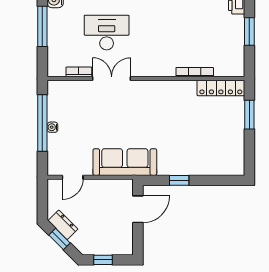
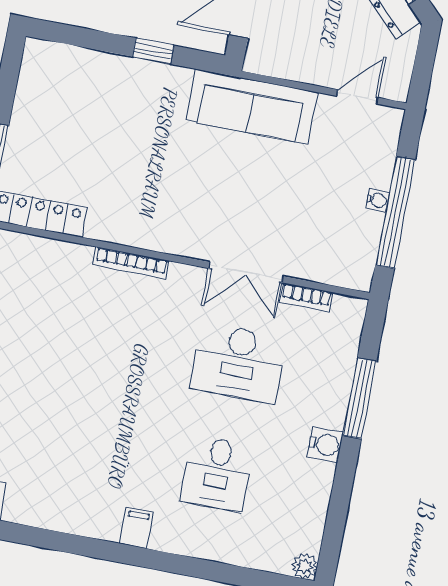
bookcase: (195, 72) -> (131, 263), moved

